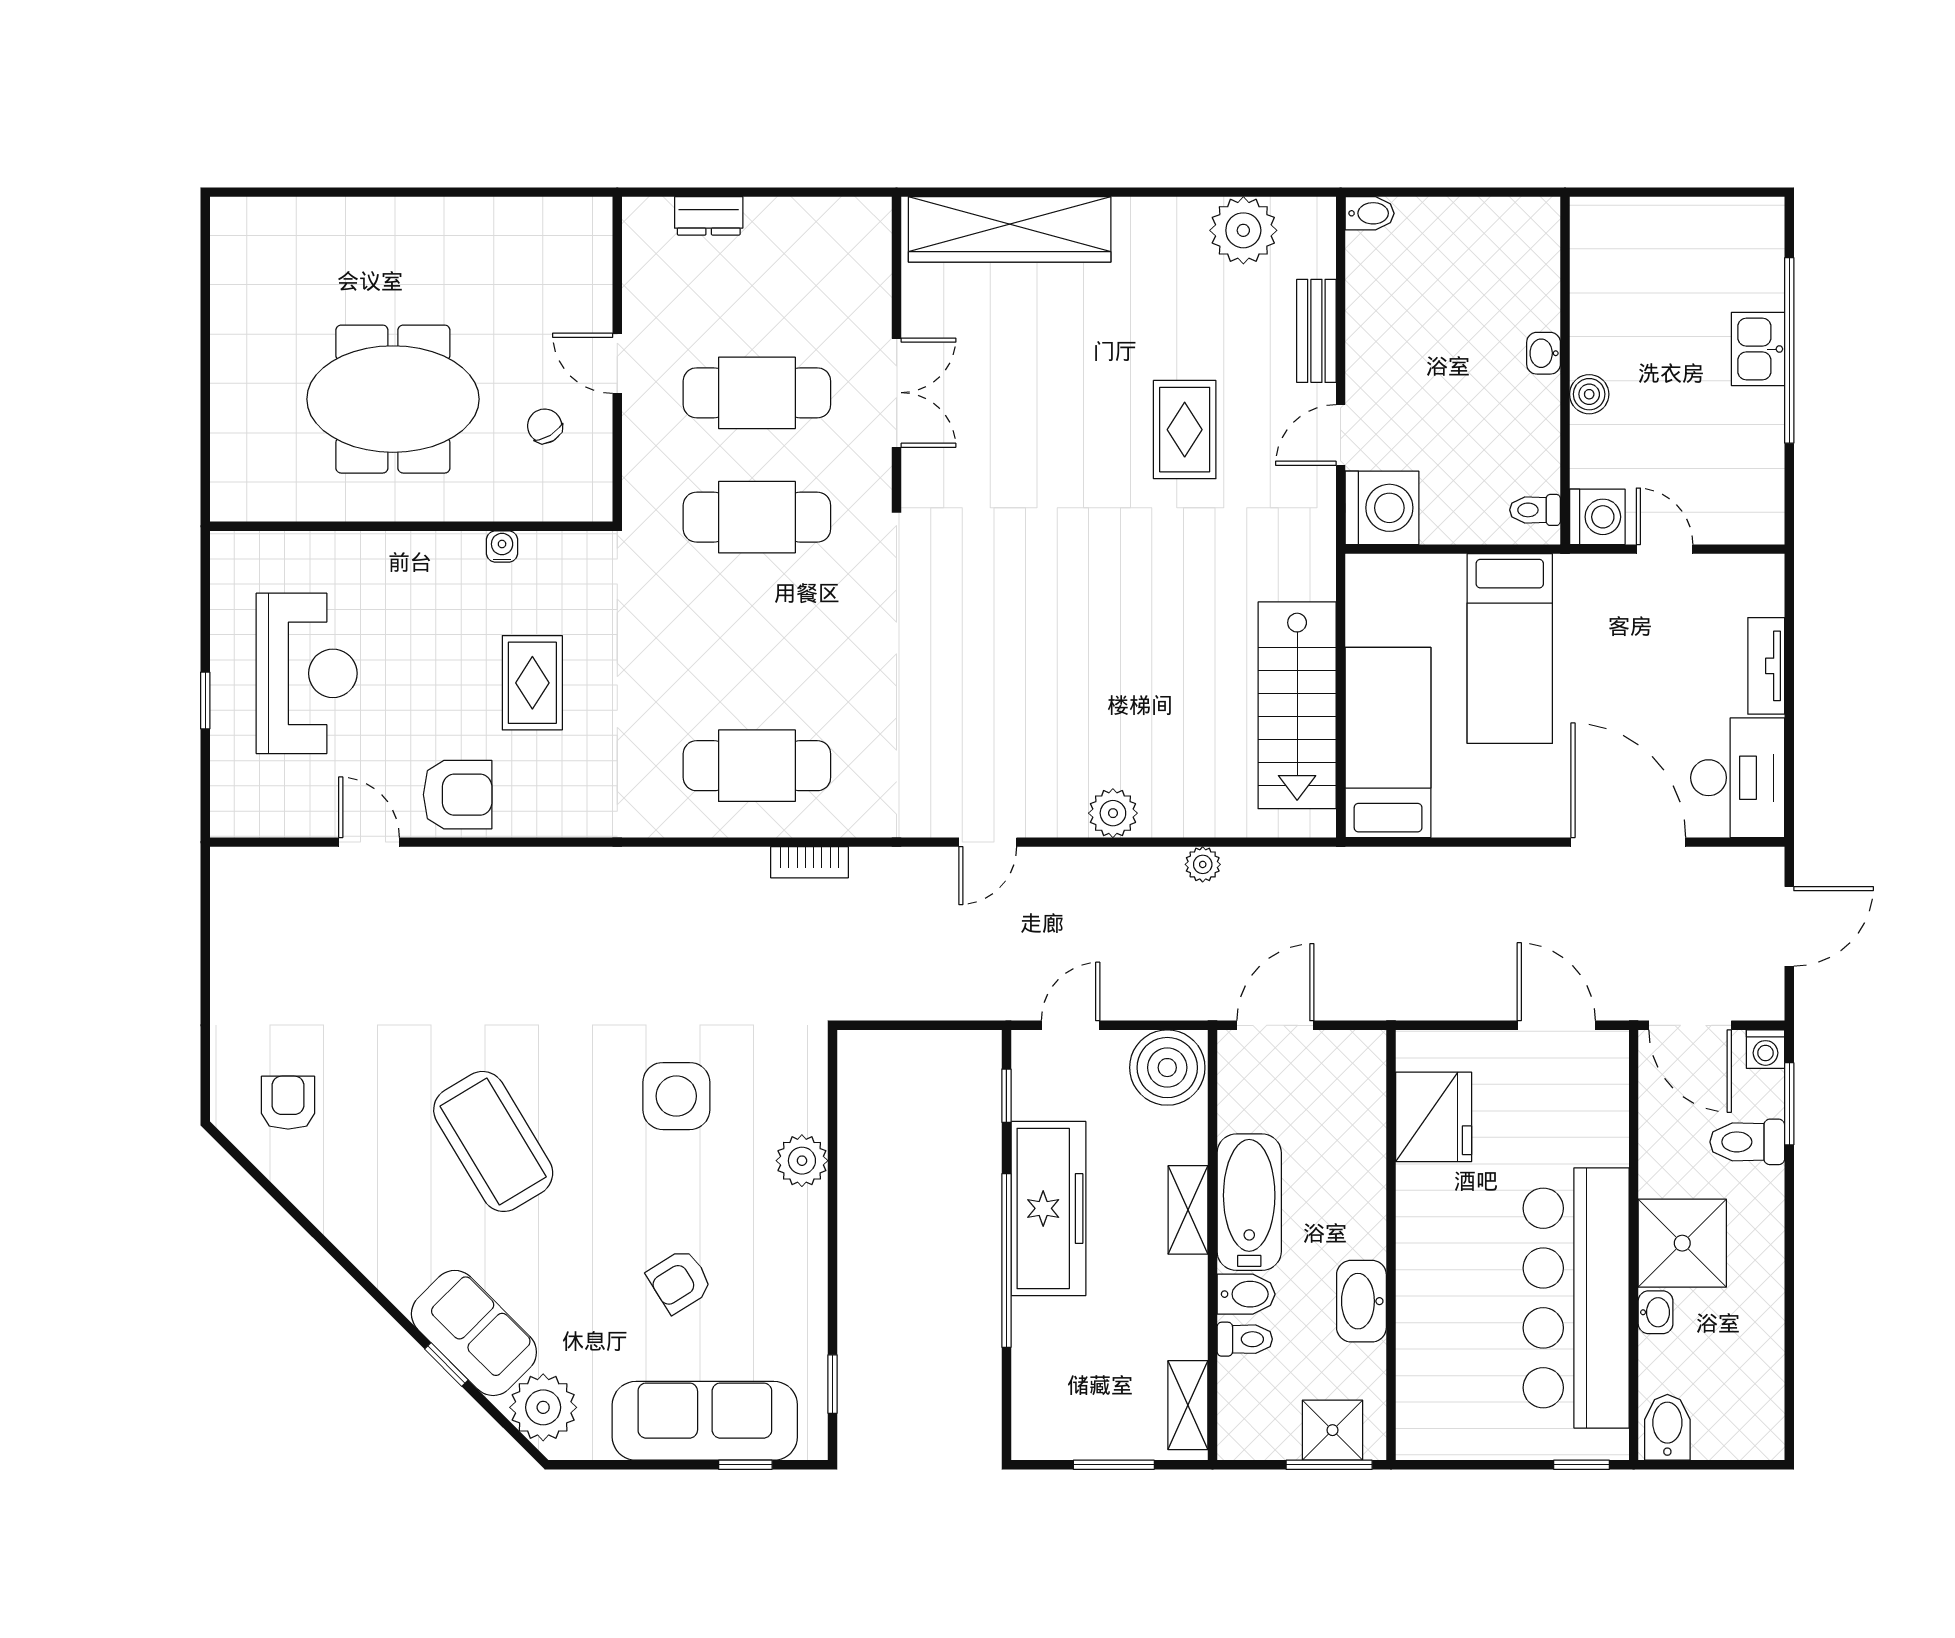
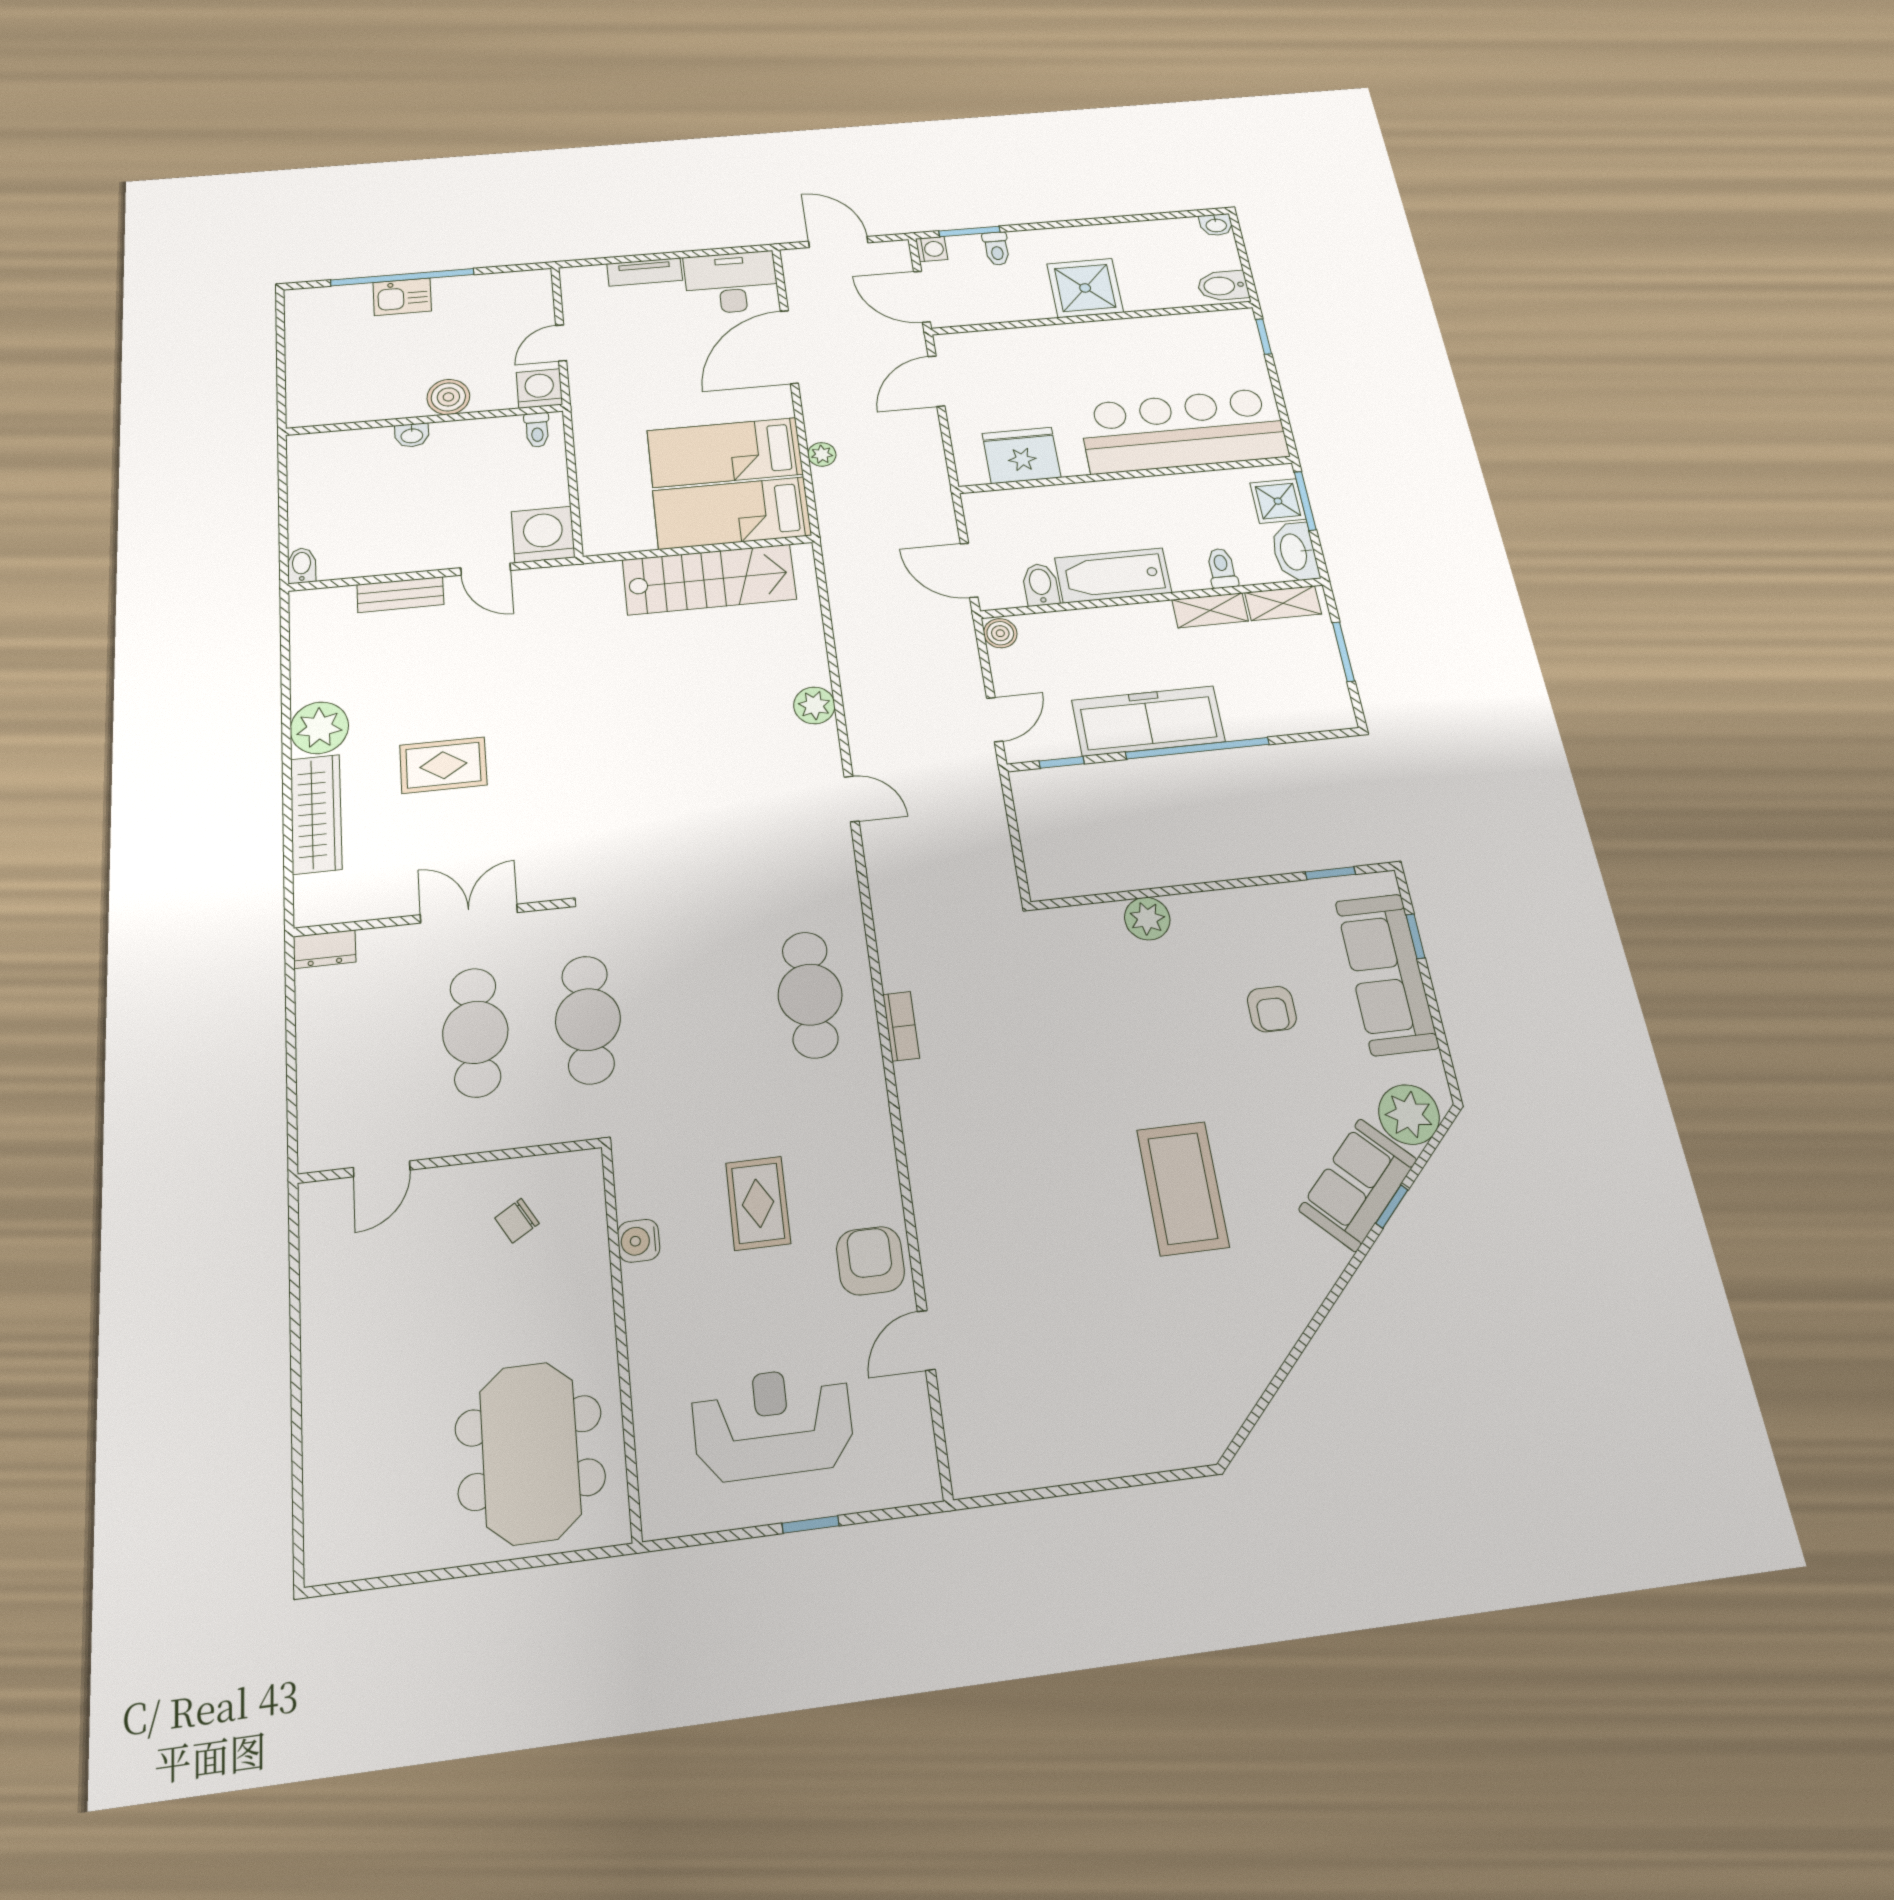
dresser: (709, 216) -> (325, 949), moved, turned 90
wardrobe: (1010, 229) -> (316, 814), width x0.71, depth x0.85
plant: (1243, 230) -> (319, 728), moved
door: (617, 363) -> (382, 1169), moved
boiler: (1589, 394) -> (448, 397), width x1.36, depth x1.36
meeting table: (393, 399) -> (530, 1453), moved
rug: (1185, 430) -> (443, 765), moved
water cooler: (502, 547) -> (639, 1241), width x1.38, depth x1.38
bed: (1510, 649) -> (725, 452), moved, turned 180
rug: (532, 683) -> (758, 1203), turned 90
bookcase: (809, 862) -> (901, 1026), moved
plant: (1203, 864) -> (822, 454), moved
door: (1071, 1025) -> (995, 720), swing flipped
door: (1690, 1025) -> (922, 297), swing flipped
boiler: (1167, 1068) -> (1000, 633), width x0.54, depth x0.54
side table: (676, 1096) -> (1112, 1030), removed
armchair: (288, 1103) -> (1184, 1388), removed
coffee table: (493, 1141) -> (1183, 1188), turned -59
toilet: (1747, 1142) -> (996, 249), width x0.73, depth x0.72
shelving: (1188, 1210) -> (1210, 610), moved
armchair: (680, 1281) -> (1272, 1009), turned 32
bidet: (1246, 1294) -> (1041, 585), moved
bar counter: (1576, 1298) -> (1183, 431), moved, turned 180
washbasin: (1361, 1301) -> (1295, 552), moved, turned 90
washbasin: (1656, 1312) -> (1216, 225), moved, turned 180

